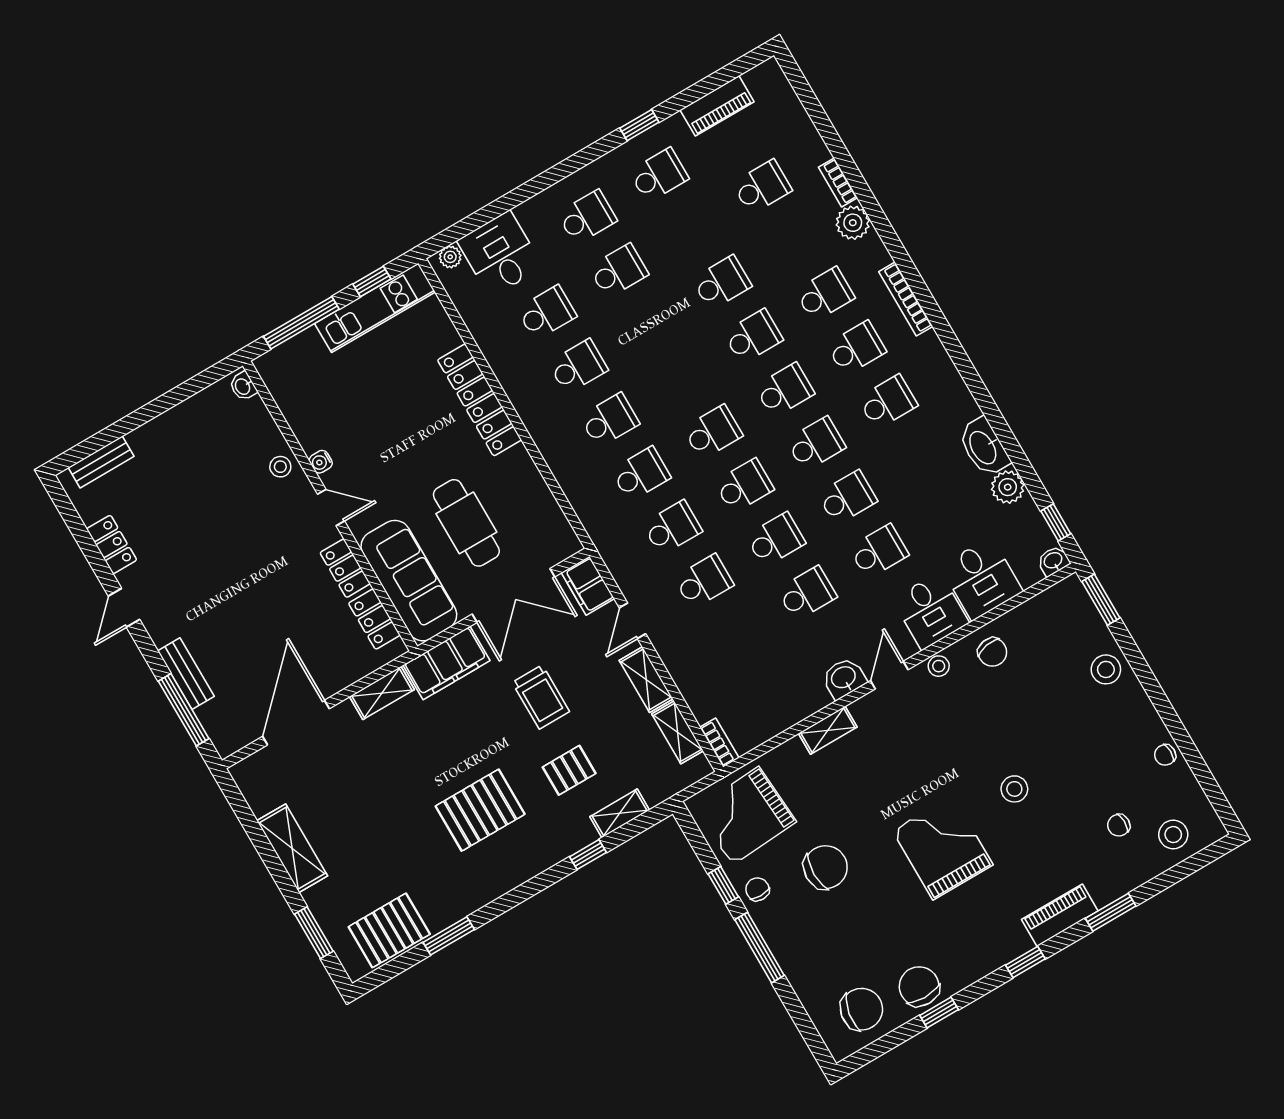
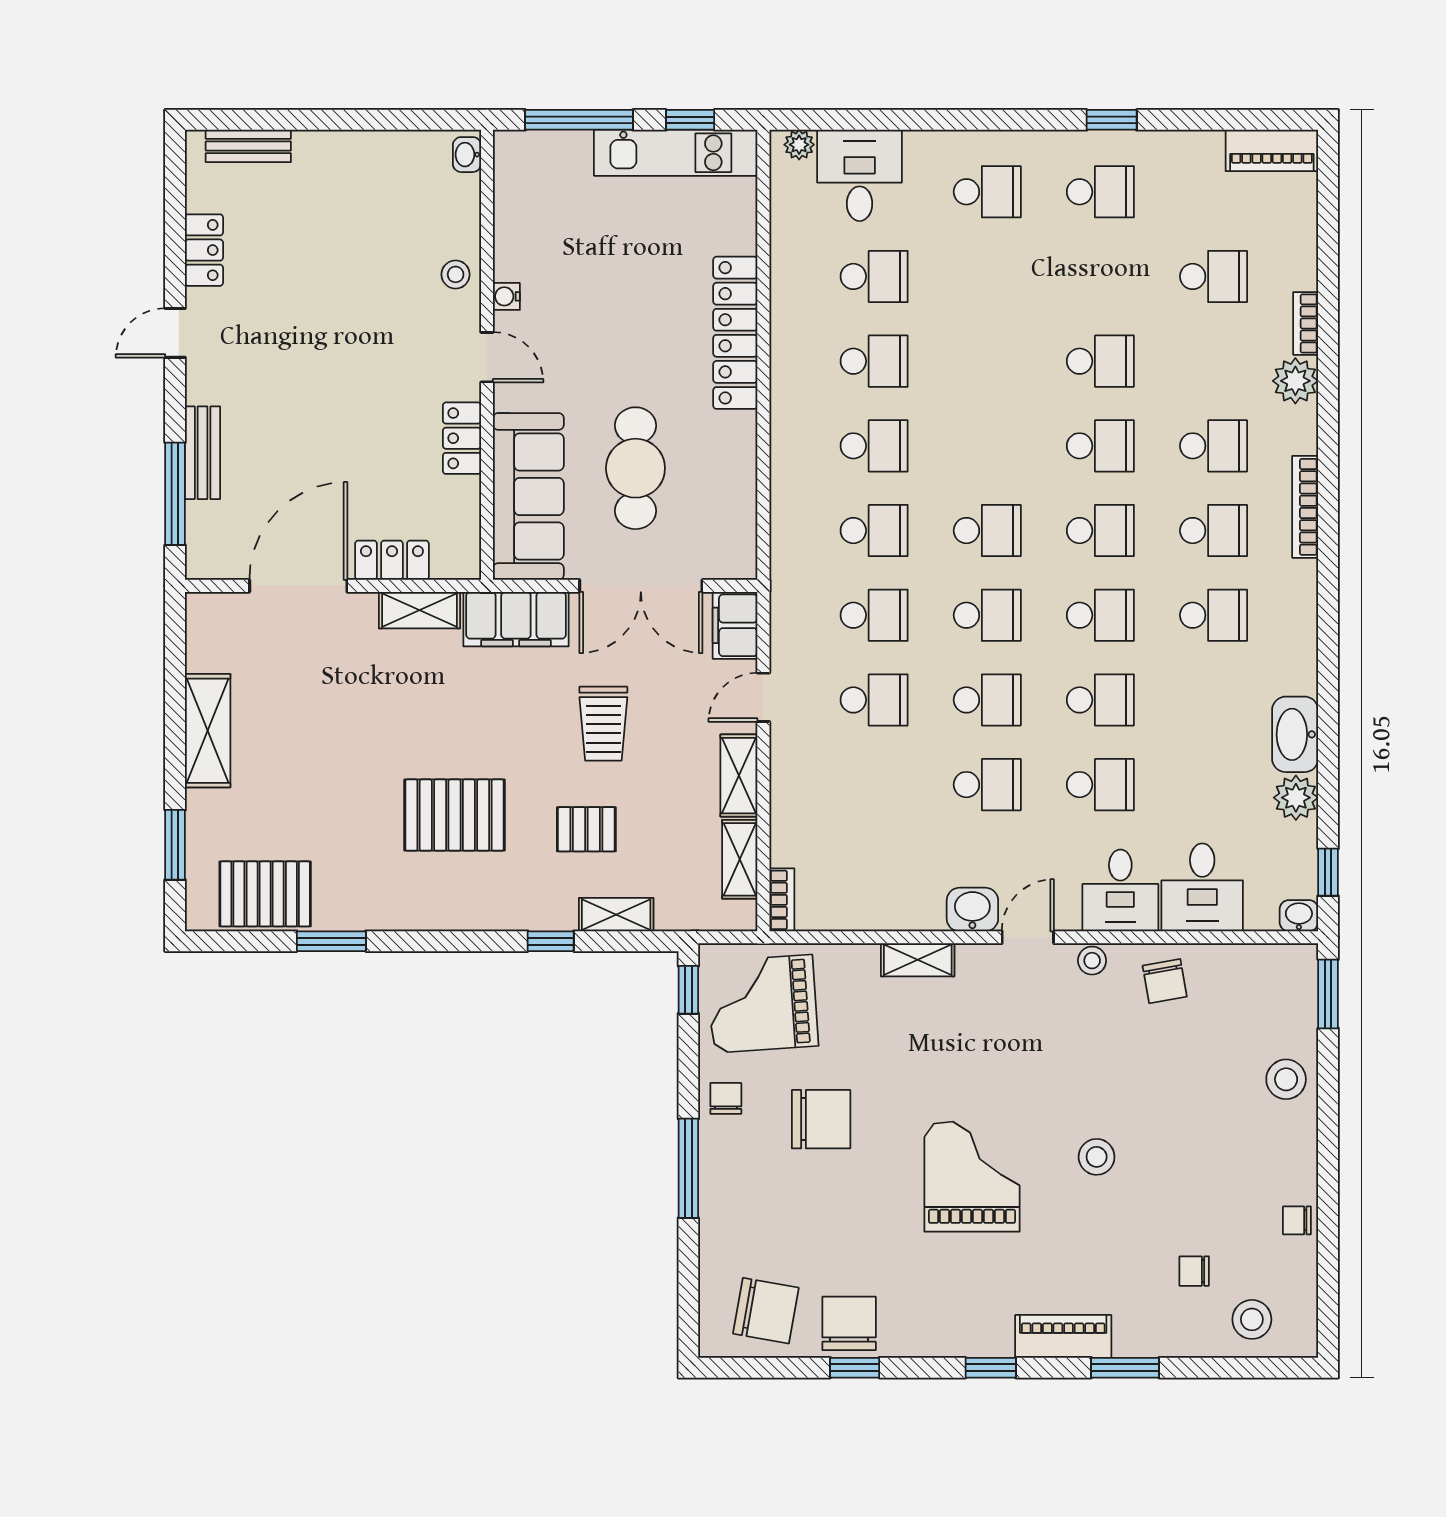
piano: (717, 106) -> (1272, 150), moved
school desk: (618, 271) -> (987, 276), removed
locker: (374, 619) -> (392, 560), moved, turned 90
window: (723, 885) -> (688, 990), moved

